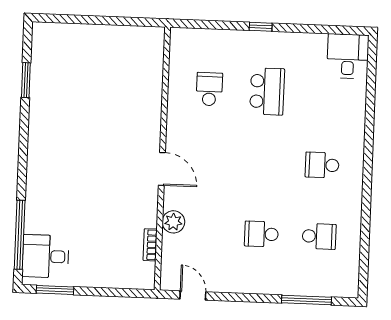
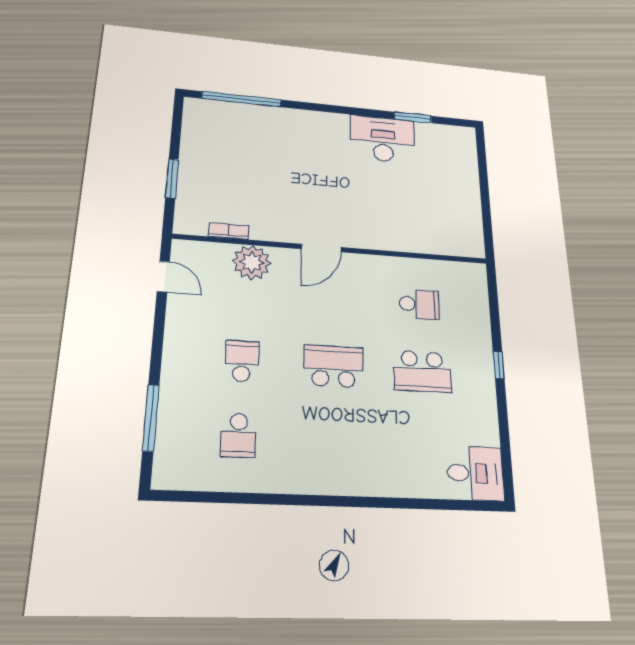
school desk: (322, 165) -> (334, 366), moved, width x1.85
plant: (173, 222) -> (252, 262), width x1.36, depth x1.36
desk: (45, 256) -> (383, 139), moved, width x1.37
window: (55, 290) -> (172, 178), moved
door: (193, 296) -> (163, 277), hinge flipped

